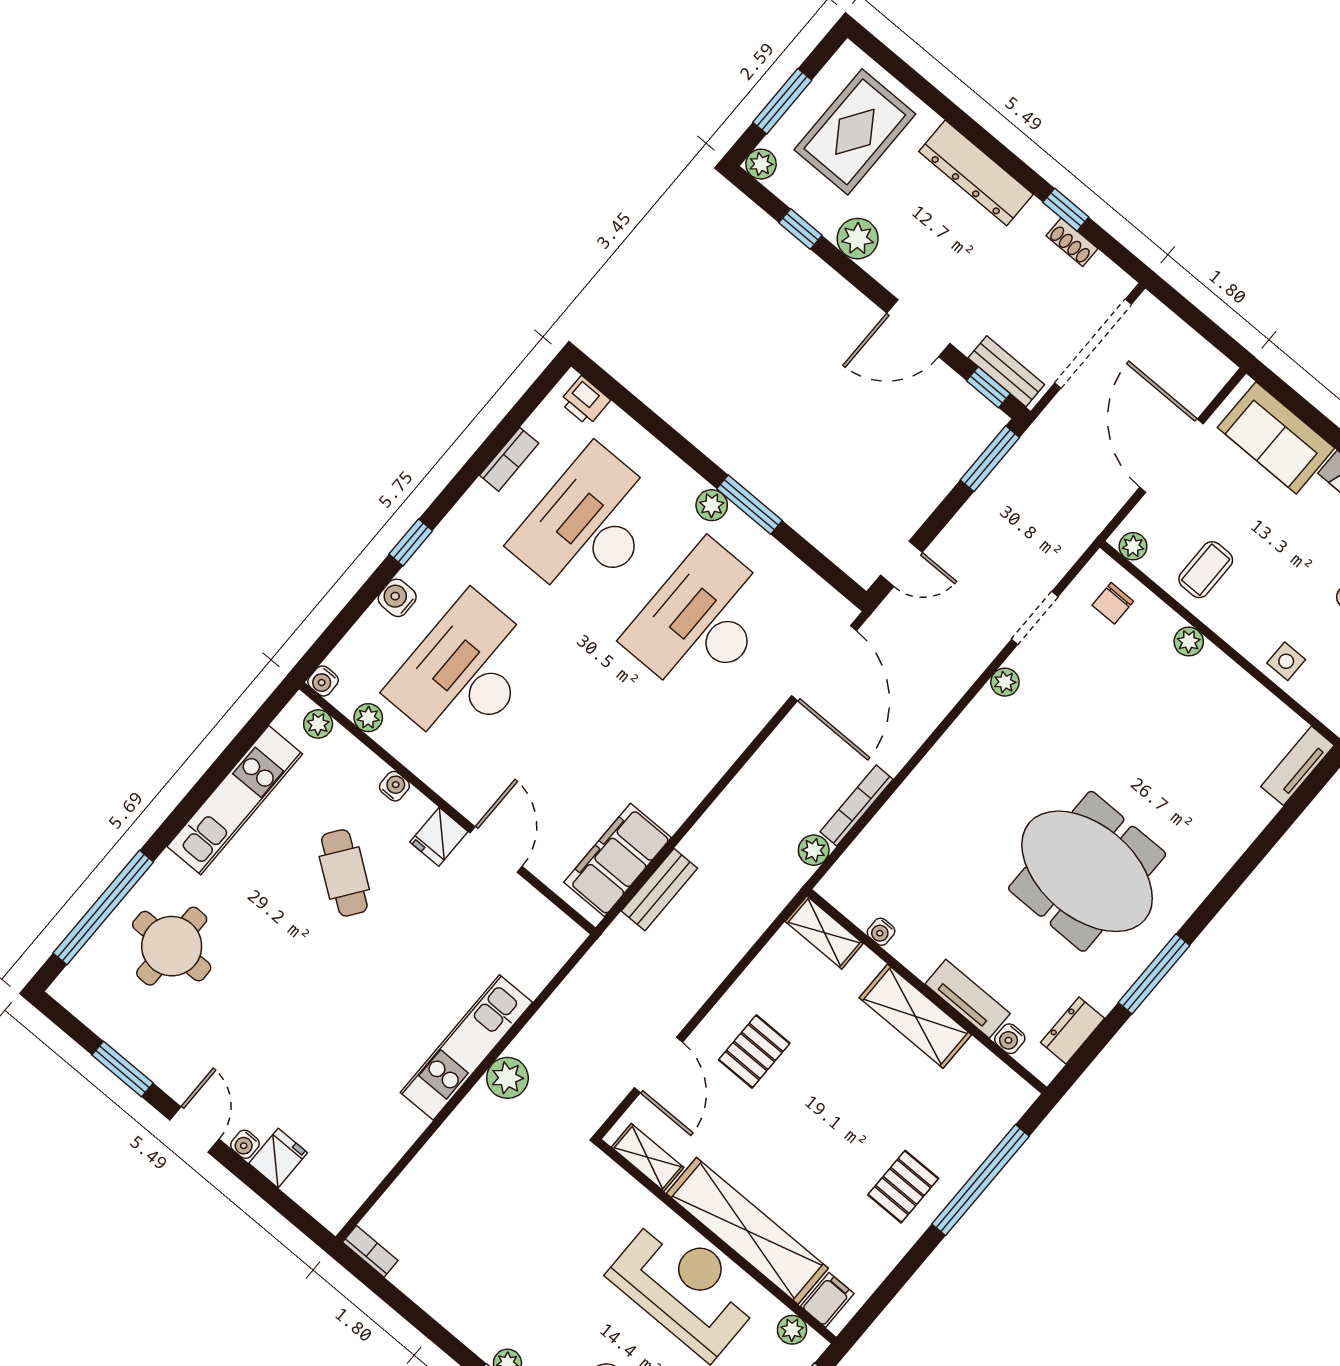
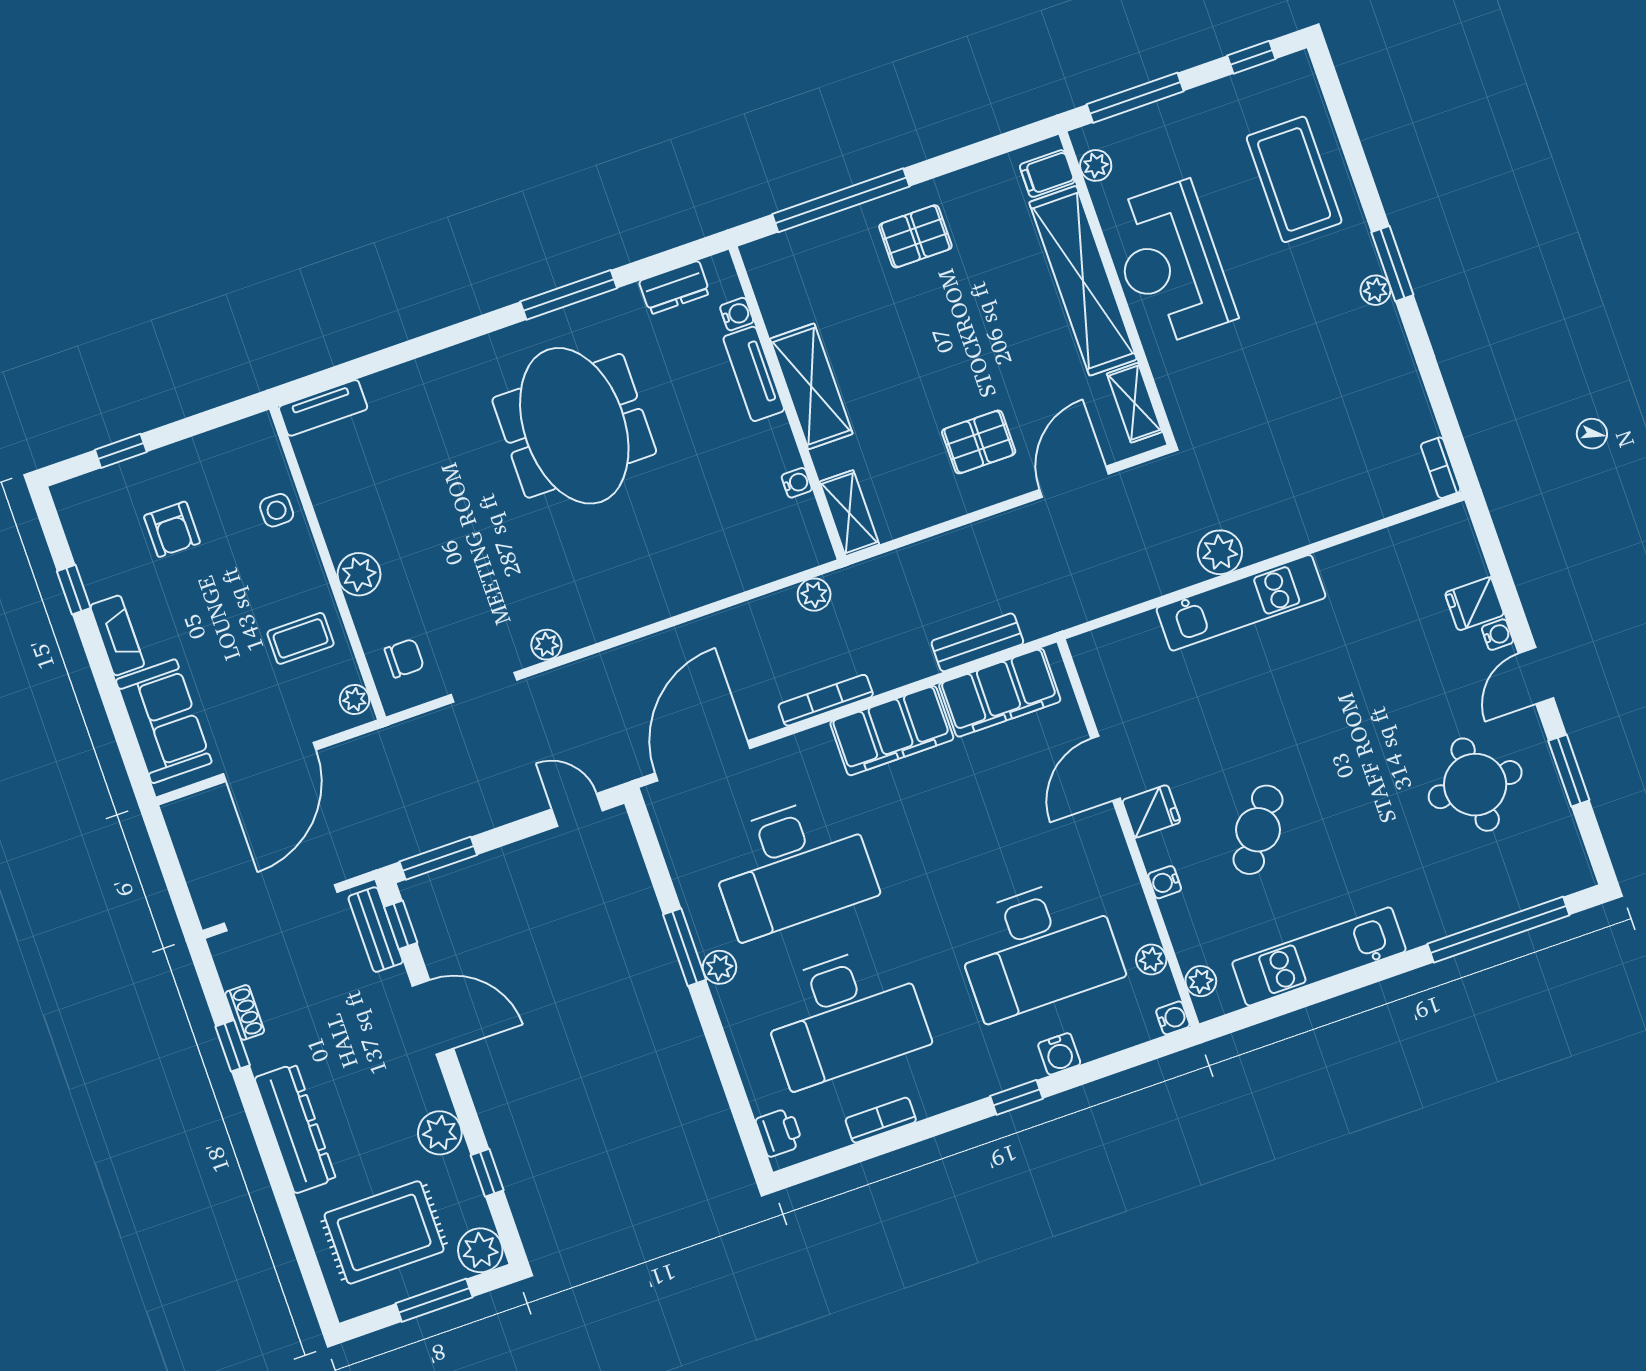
plant: (761, 164) -> (480, 1250), width x1.38, depth x1.38
plant: (1189, 642) -> (359, 574), width x1.38, depth x1.38
filing cabinet: (686, 778) -> (892, 731), added
bookcase: (857, 805) -> (826, 700), moved, turned 180
round table: (172, 946) -> (1475, 785), moved

